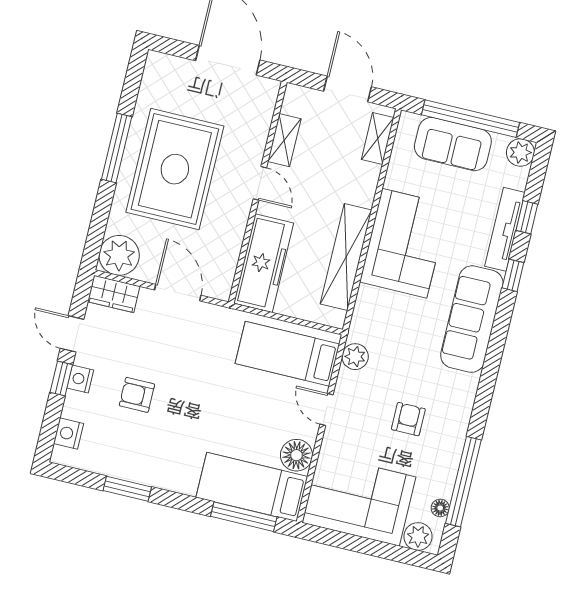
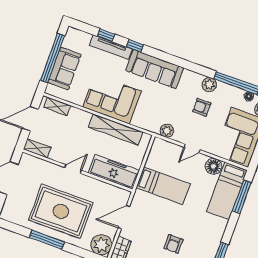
shelving: (284, 140) -> (37, 148), moved
plant: (520, 153) -> (209, 85), moved
bed: (287, 354) -> (163, 186), moved, turned -90

